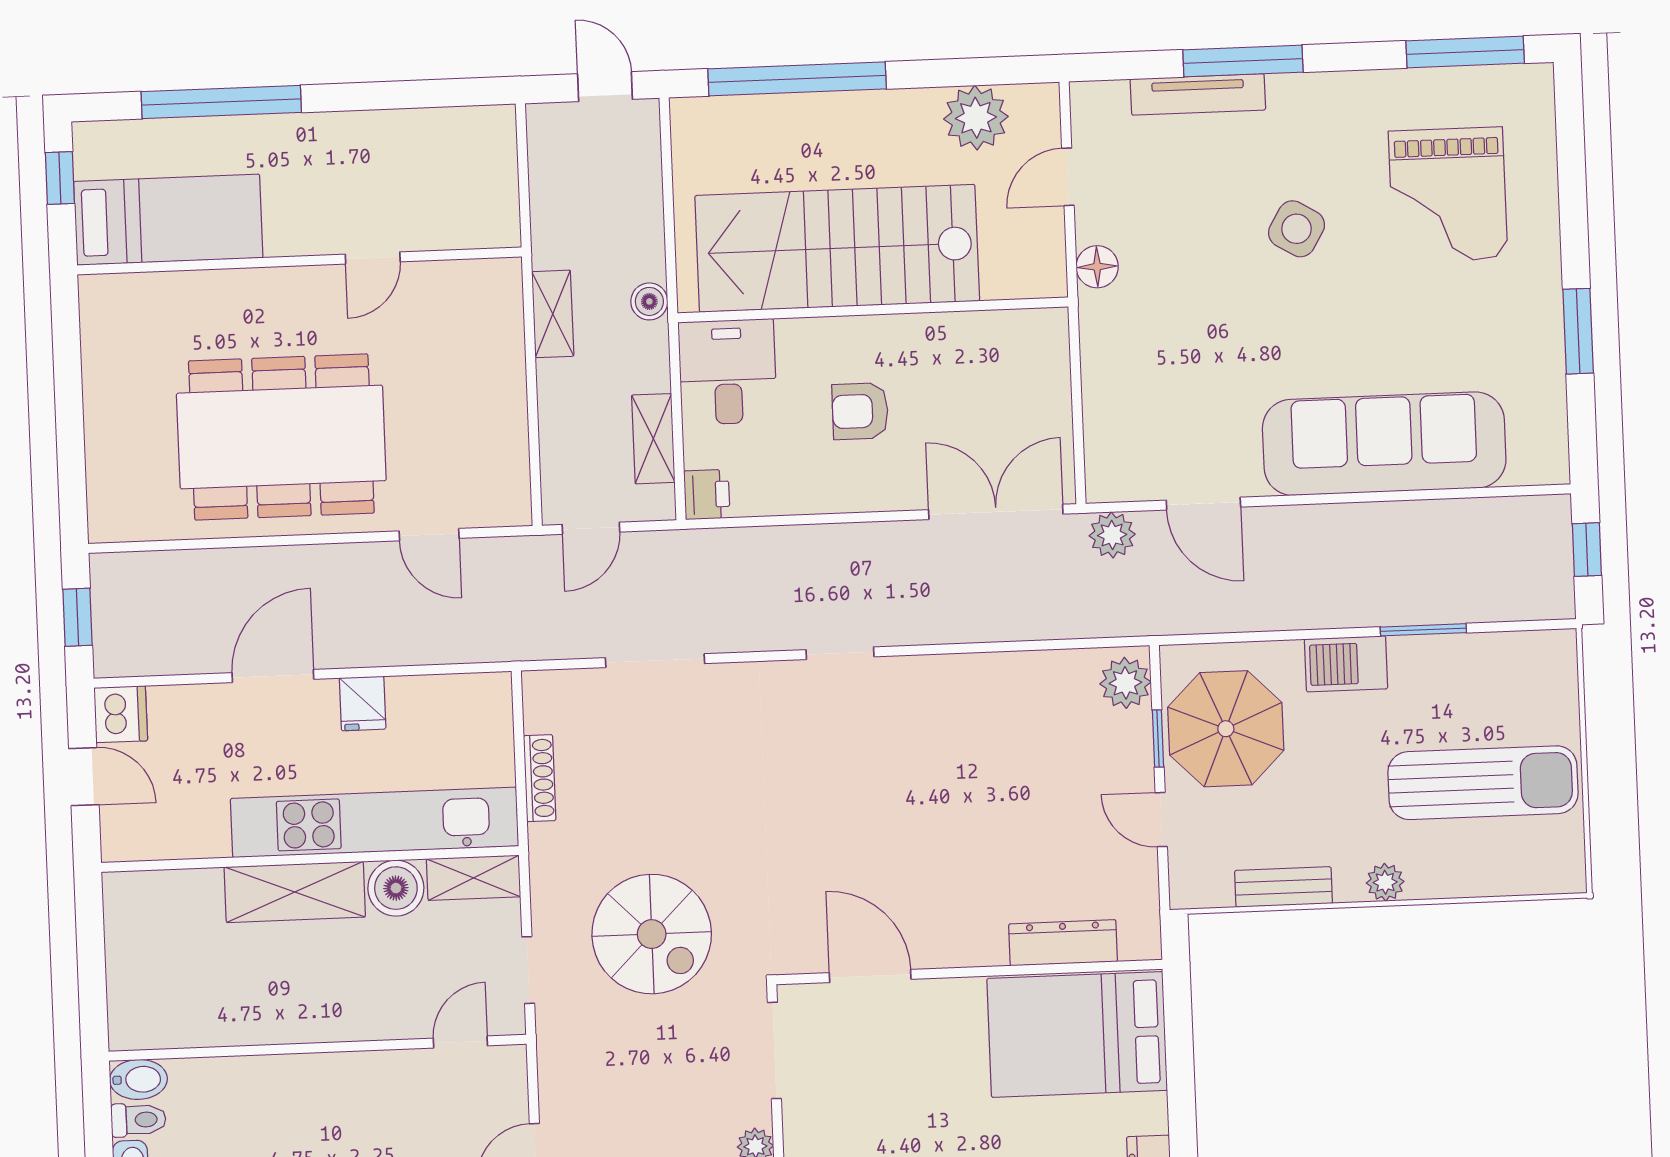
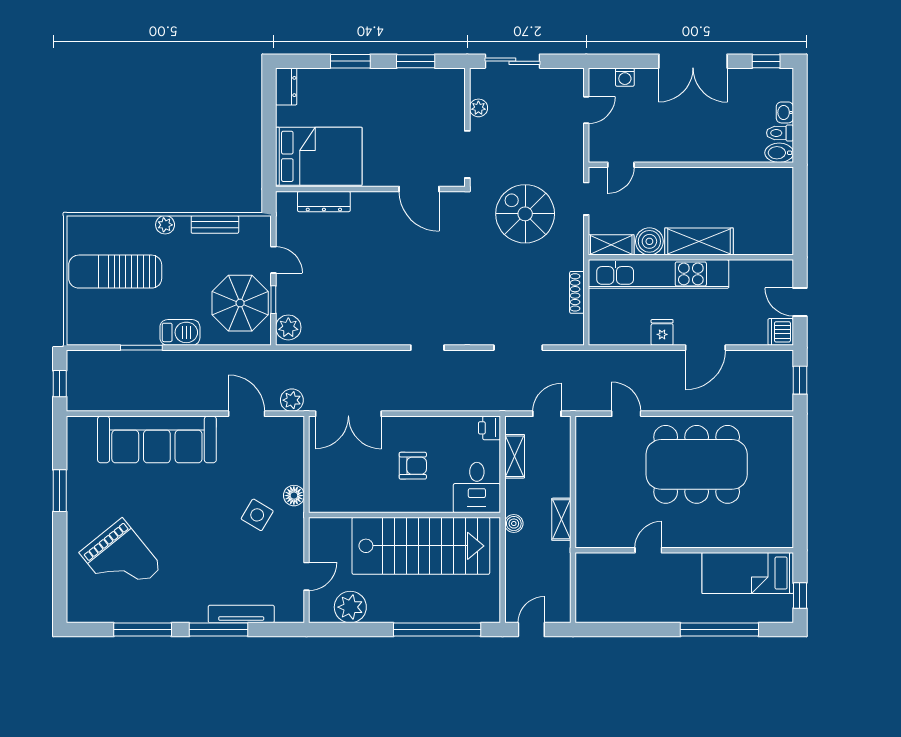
window: (1465, 52) -> (143, 630), moved
door: (605, 87) -> (531, 630), swing flipped
grand piano: (1448, 195) -> (121, 560), turned 141
side table: (1297, 229) -> (257, 515), moved
floor lamp: (1097, 267) -> (294, 496), moved

